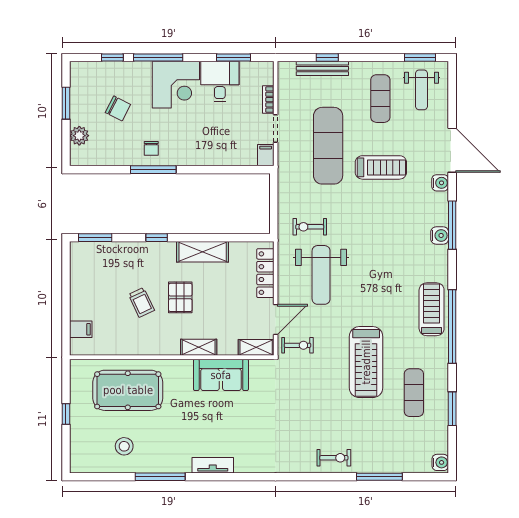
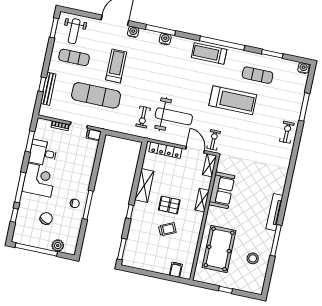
weight bench: (421, 90) -> (74, 31), turned 90
window: (66, 103) -> (36, 249), width x2.11
tv unit: (213, 465) -> (275, 212), width x1.41

